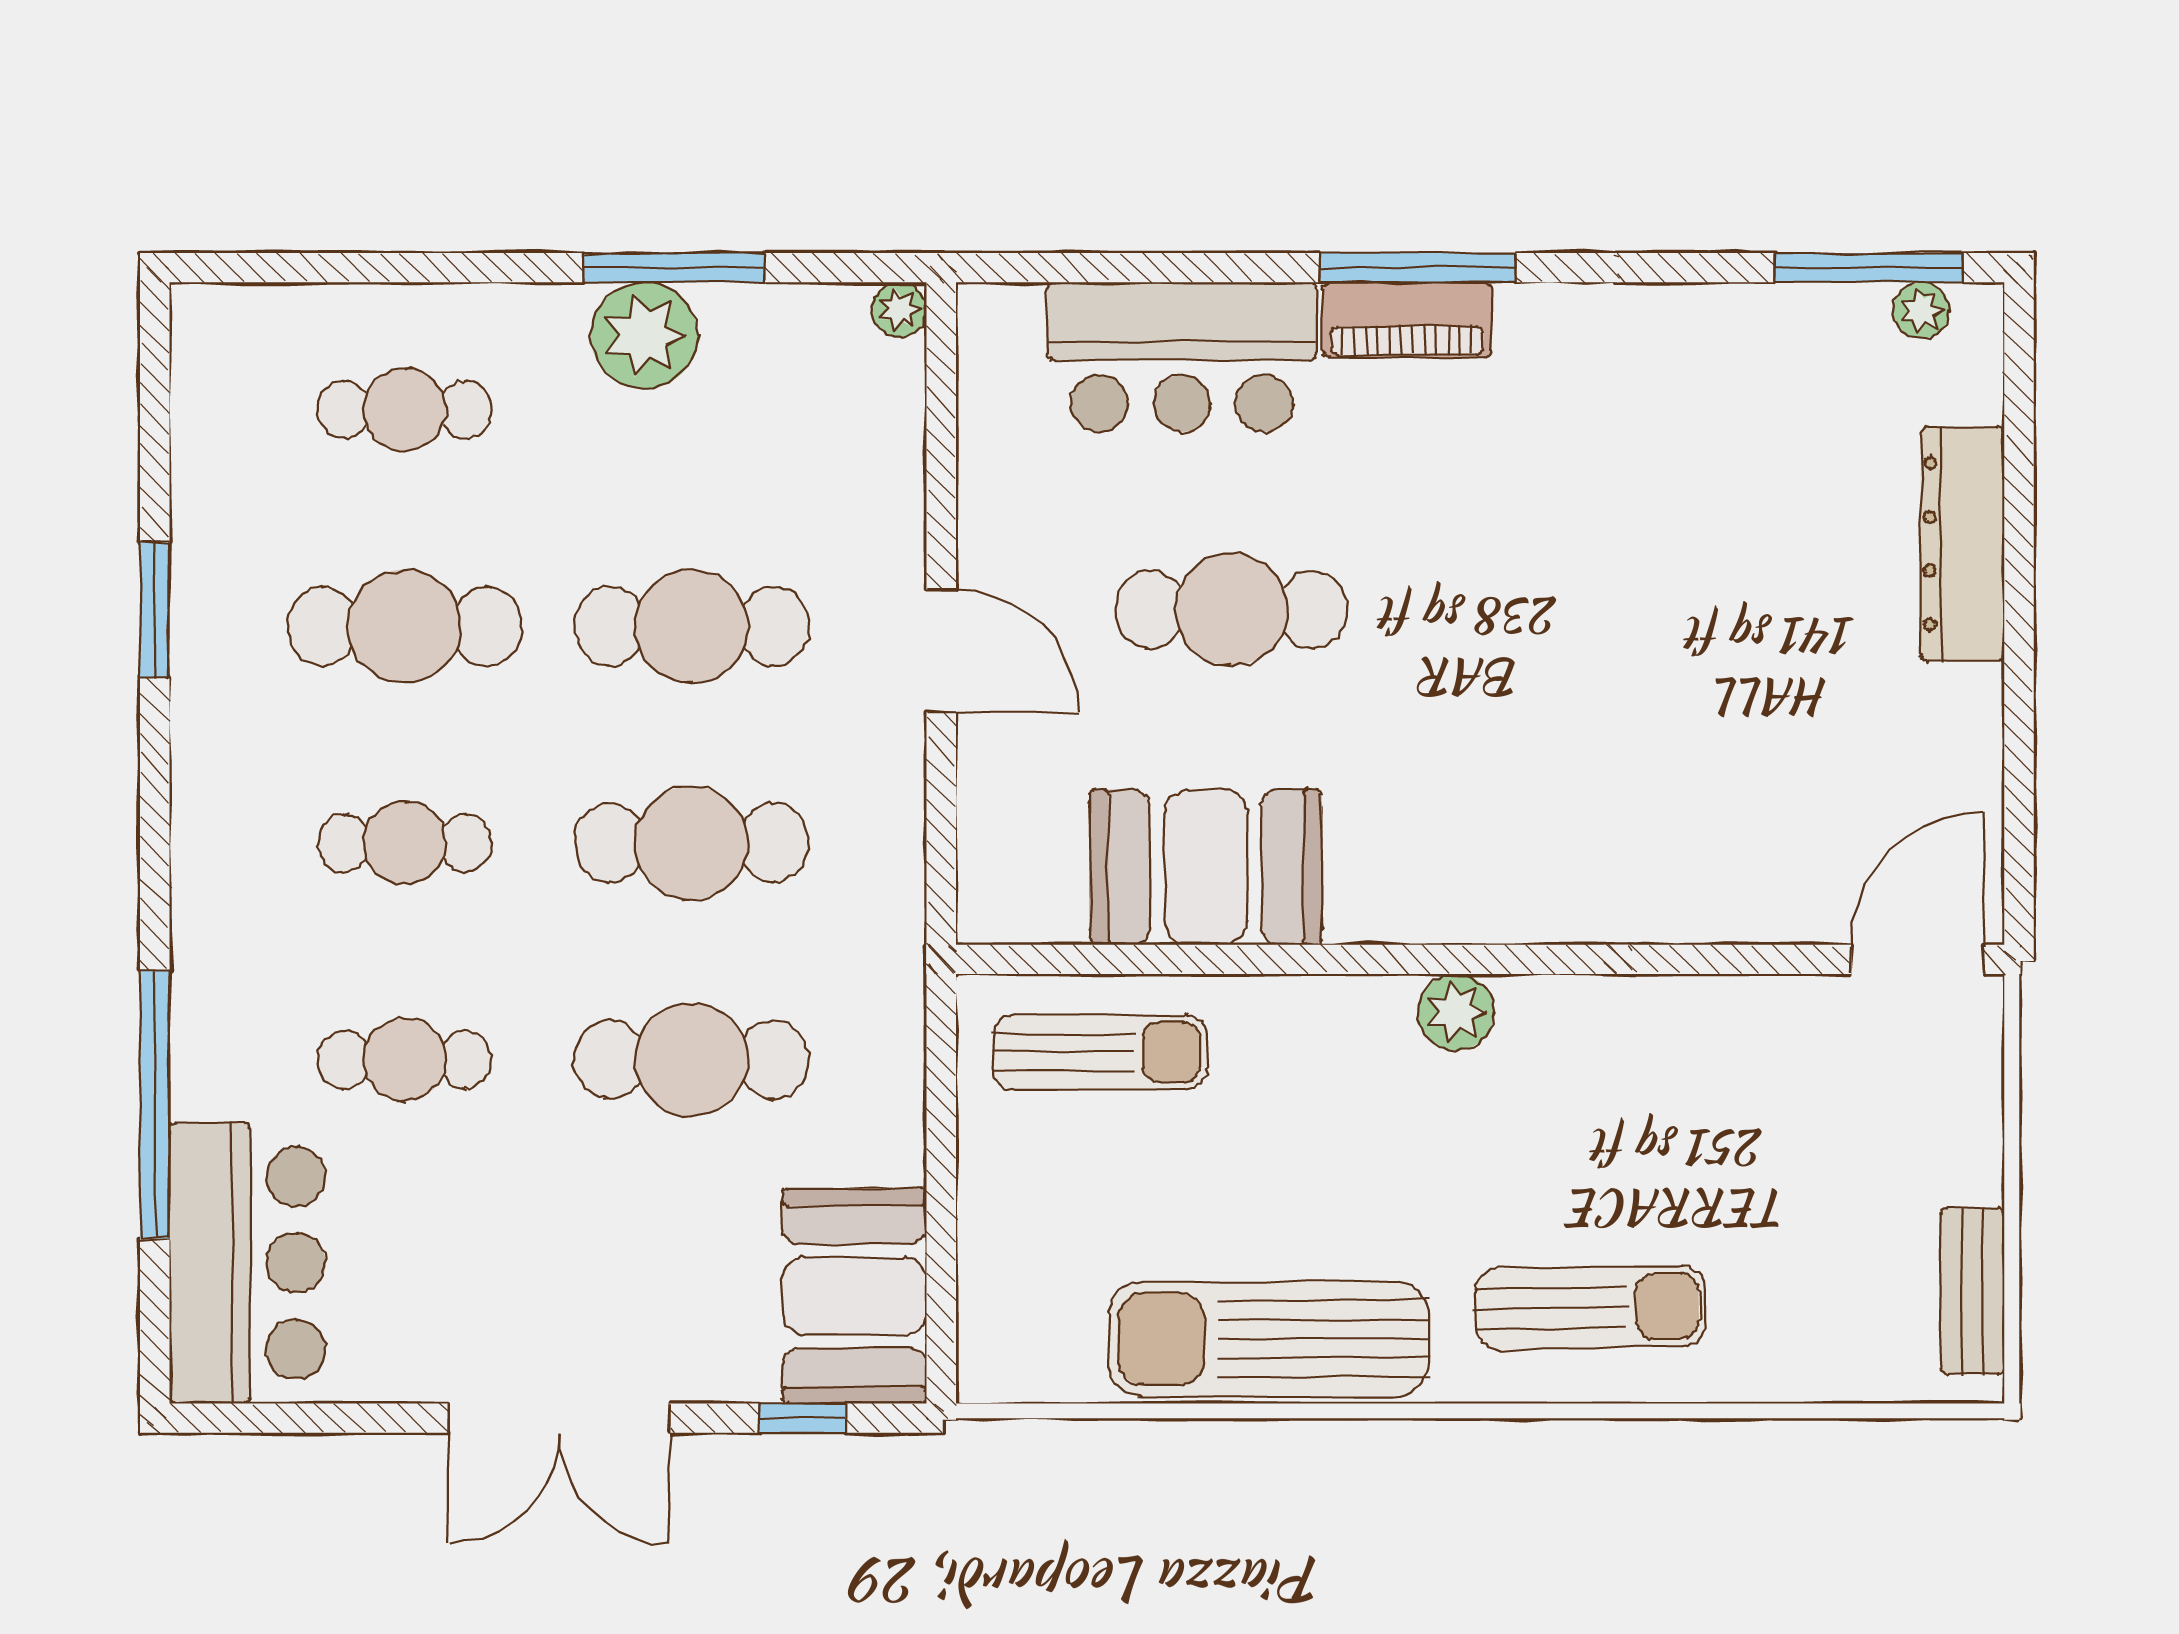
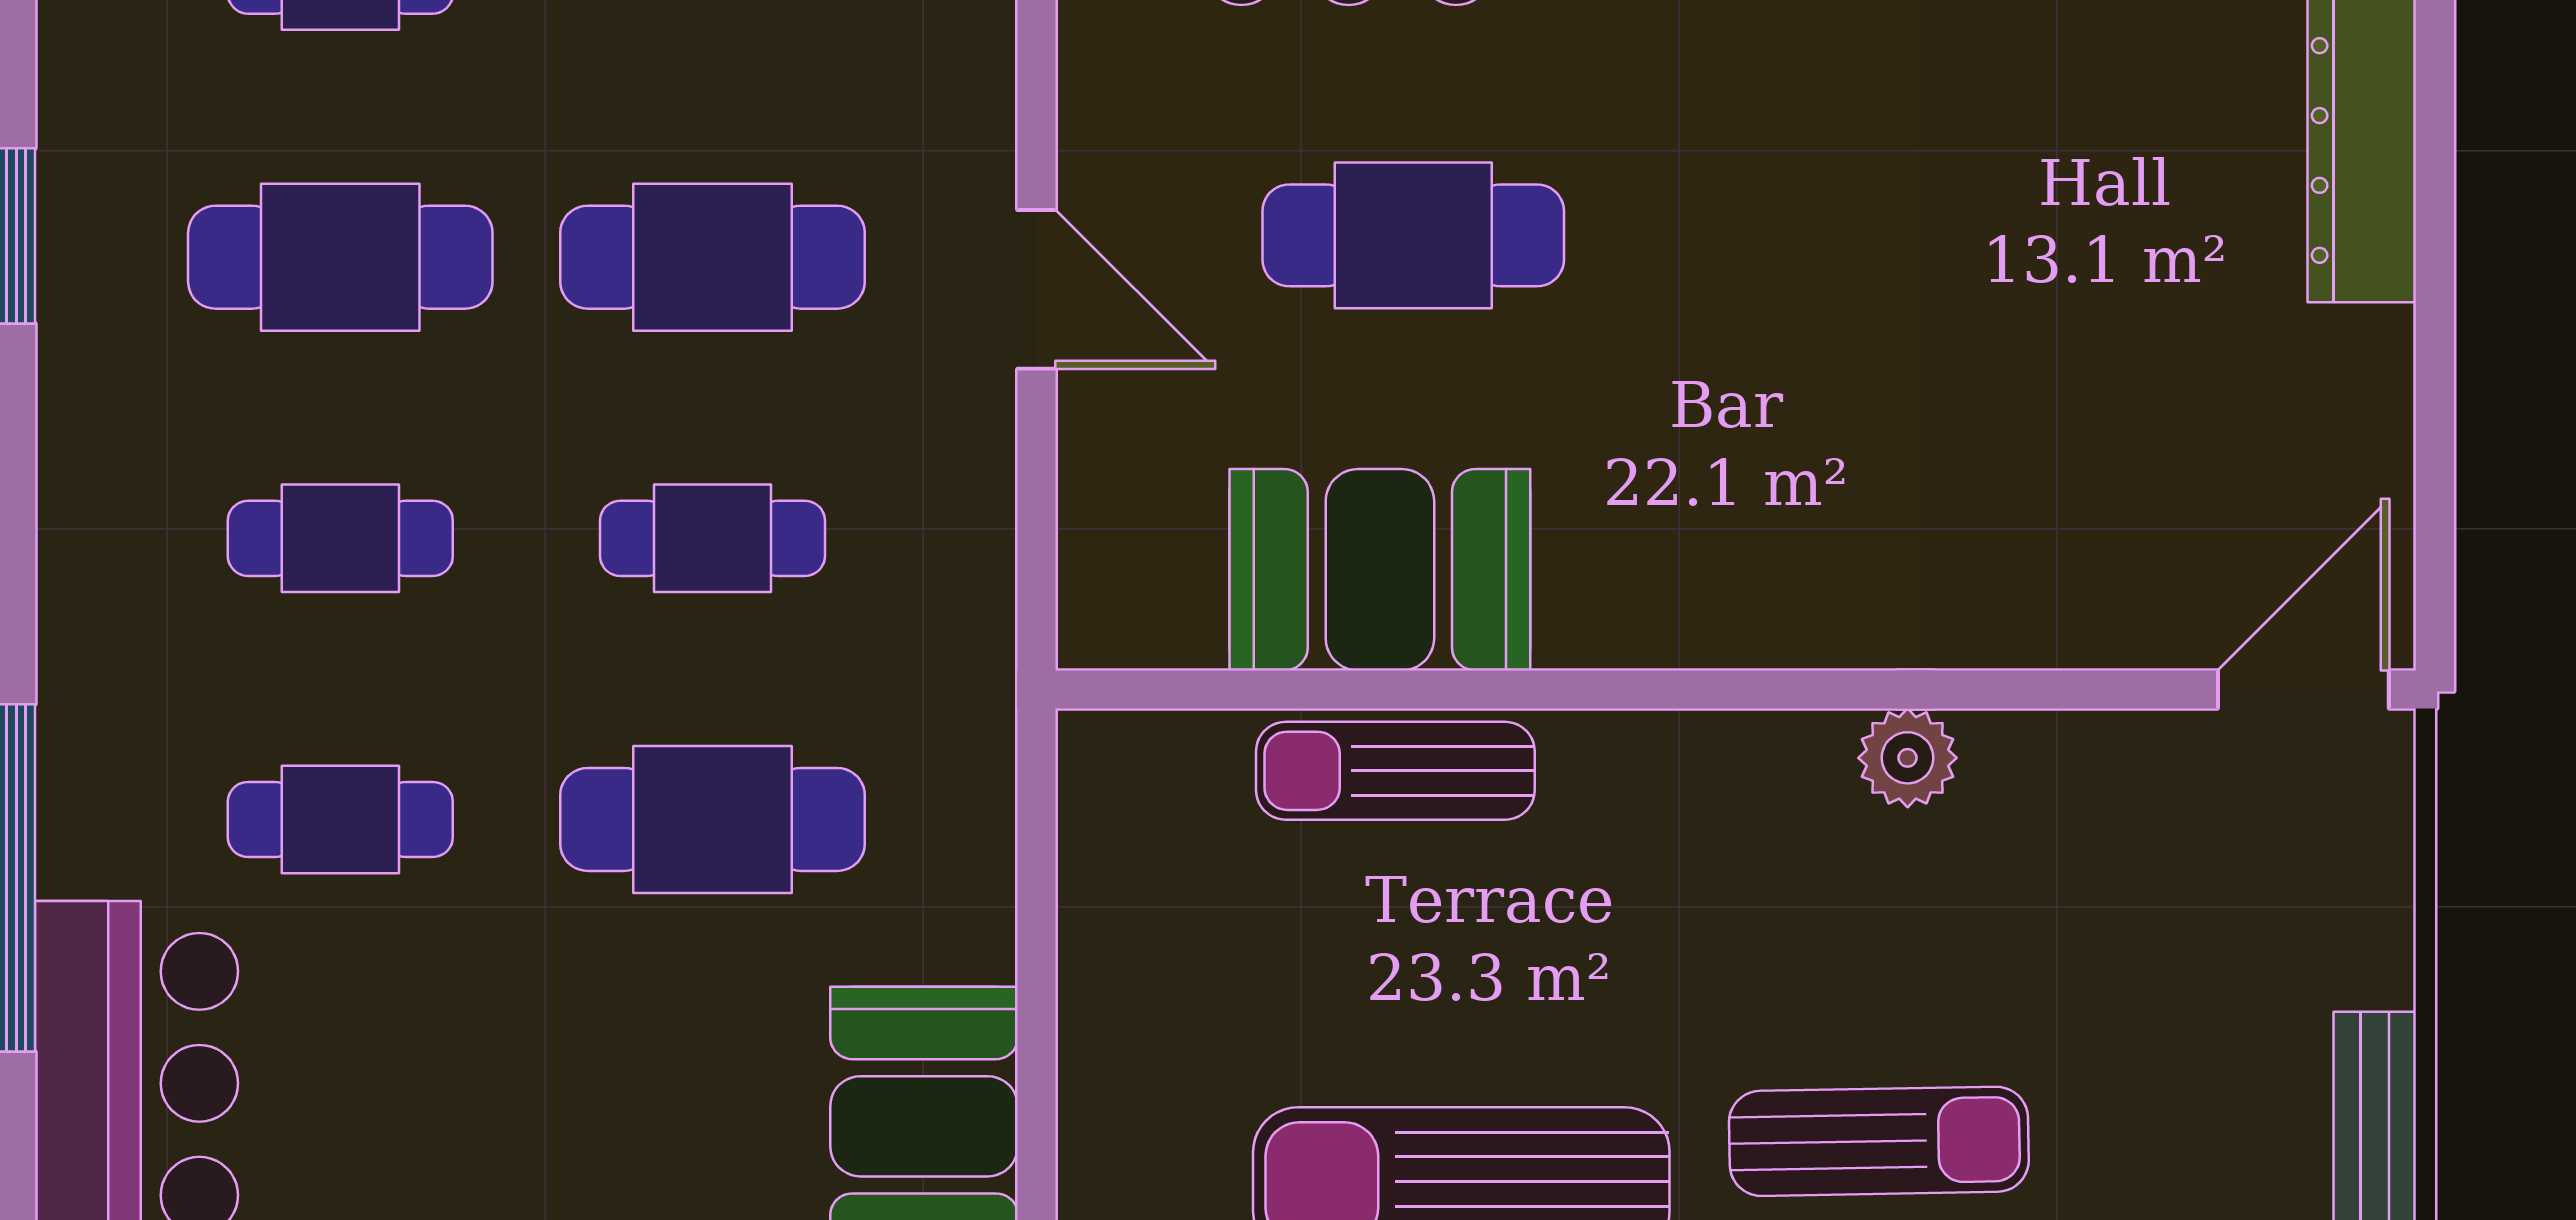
cafe table: (691, 843) -> (713, 538), width x0.73, depth x0.74
plant: (1456, 1012) -> (1908, 758), moved
sun lounger: (1100, 1052) -> (1395, 771), moved, turned 180

